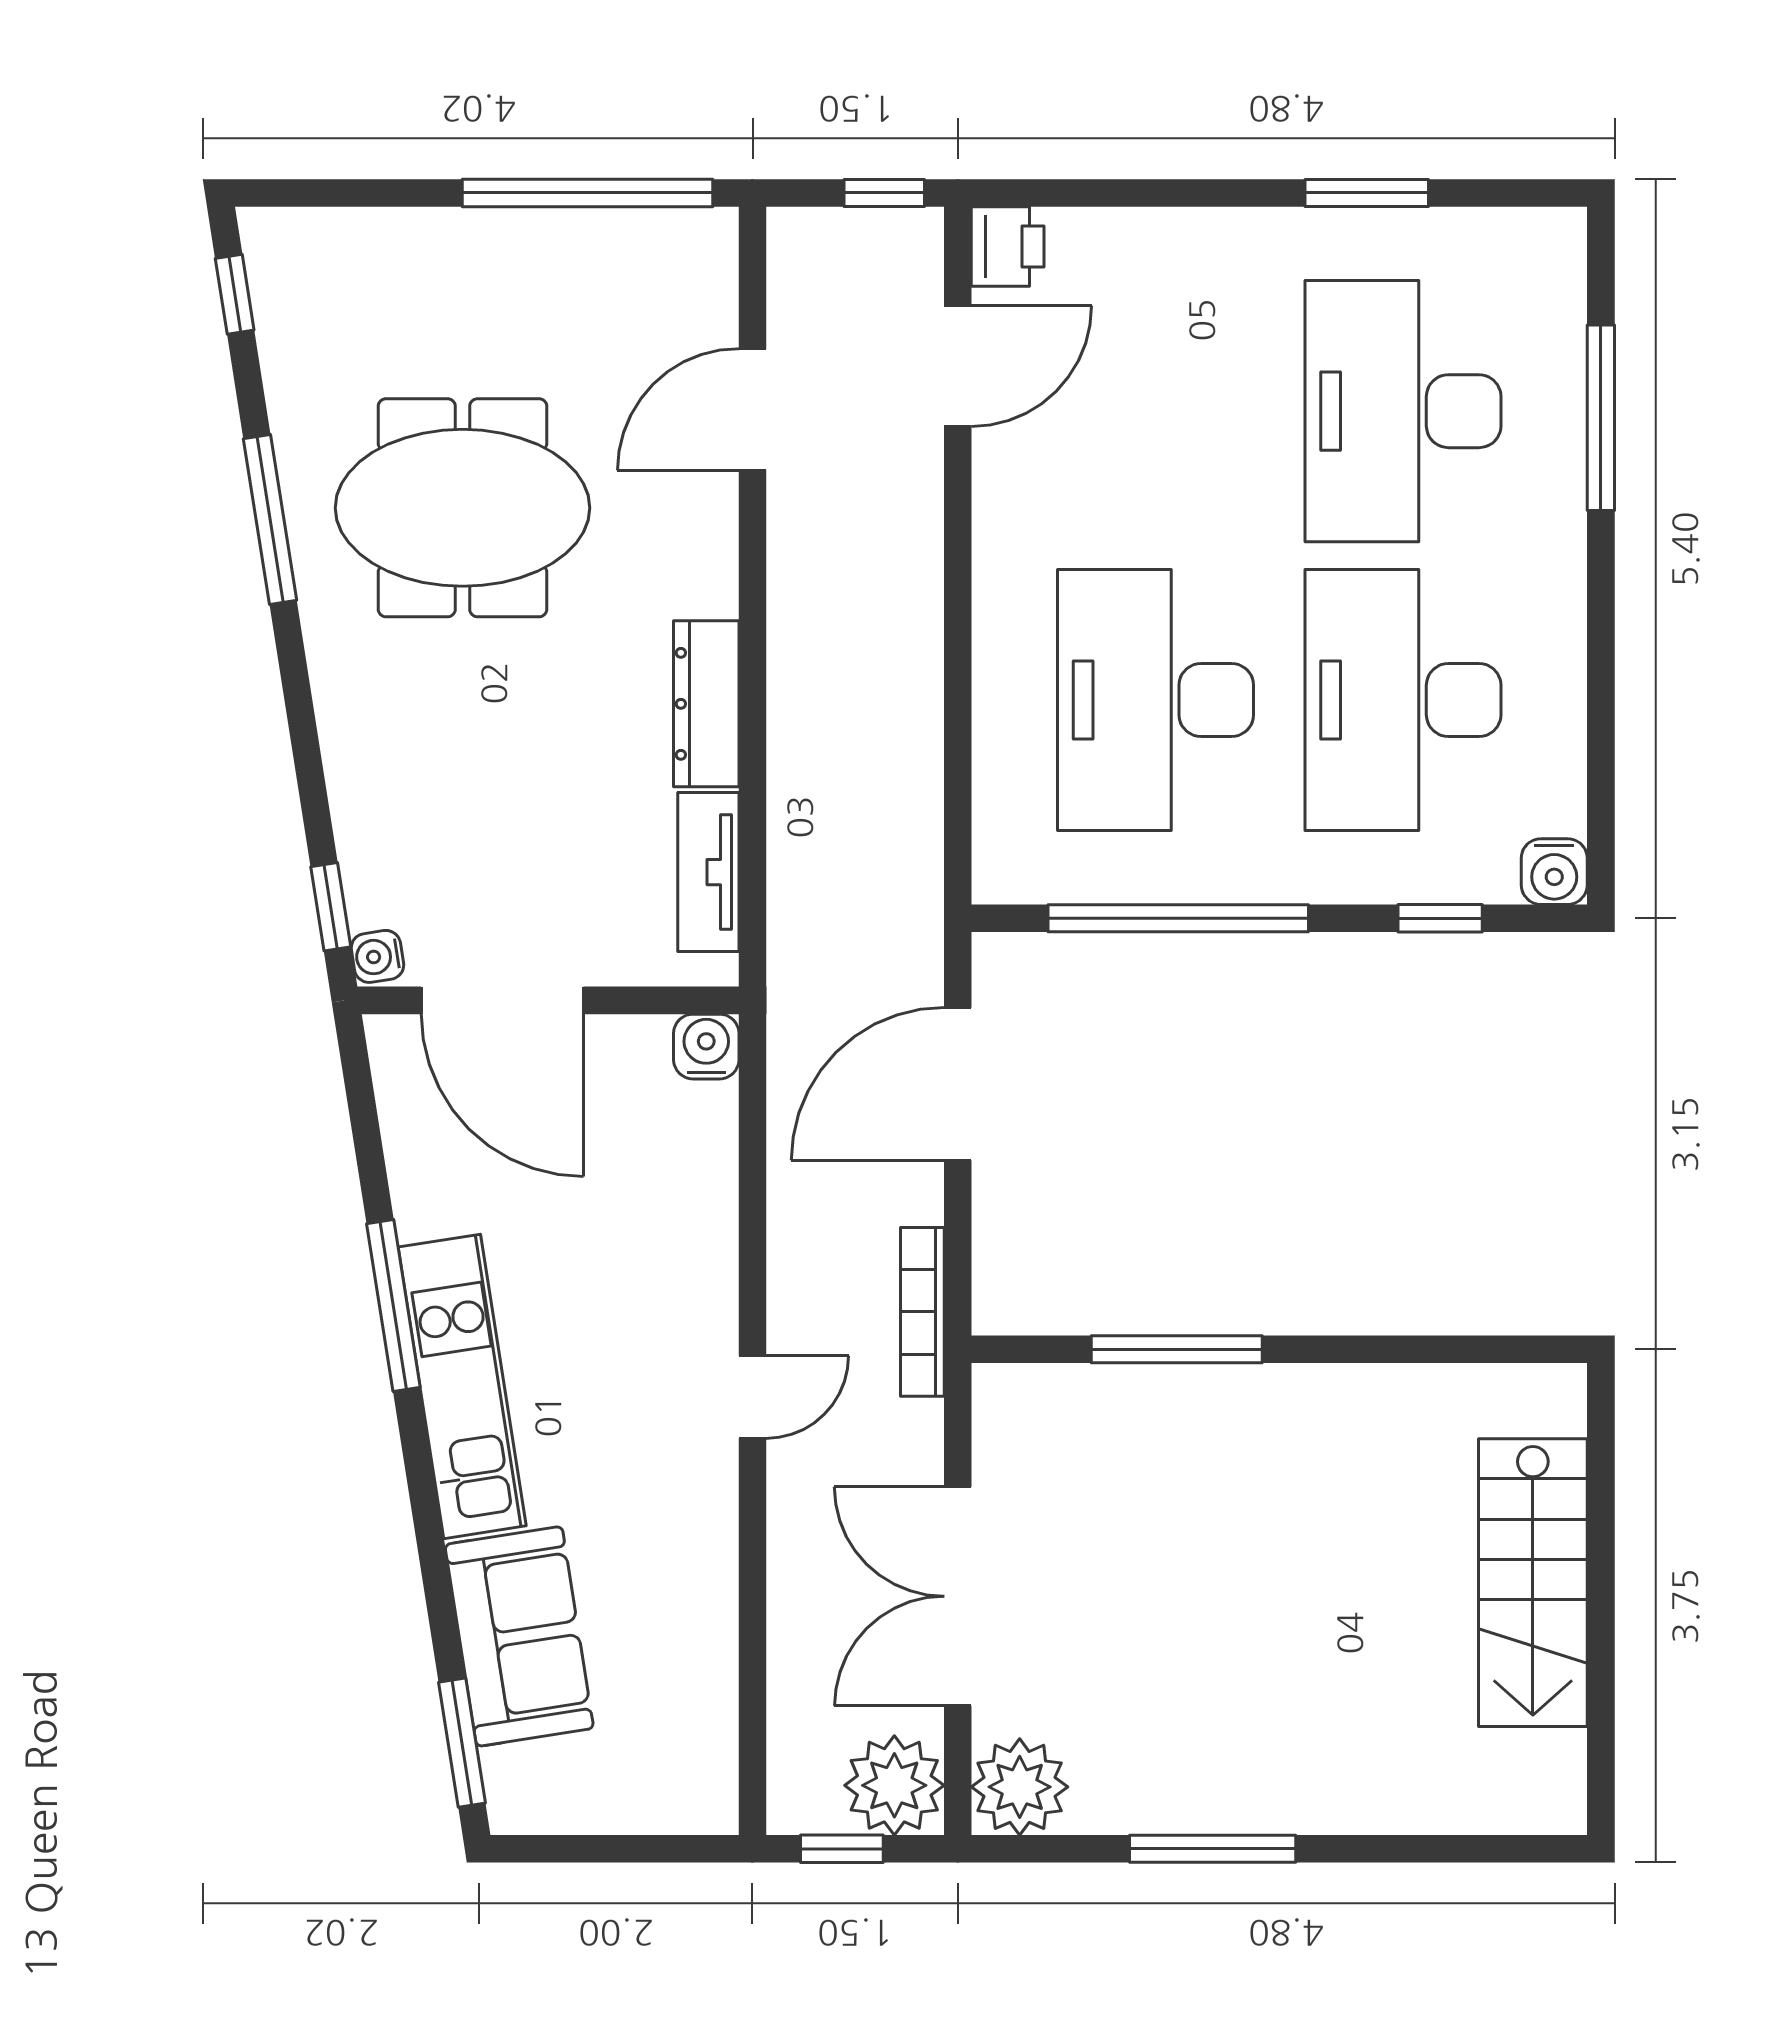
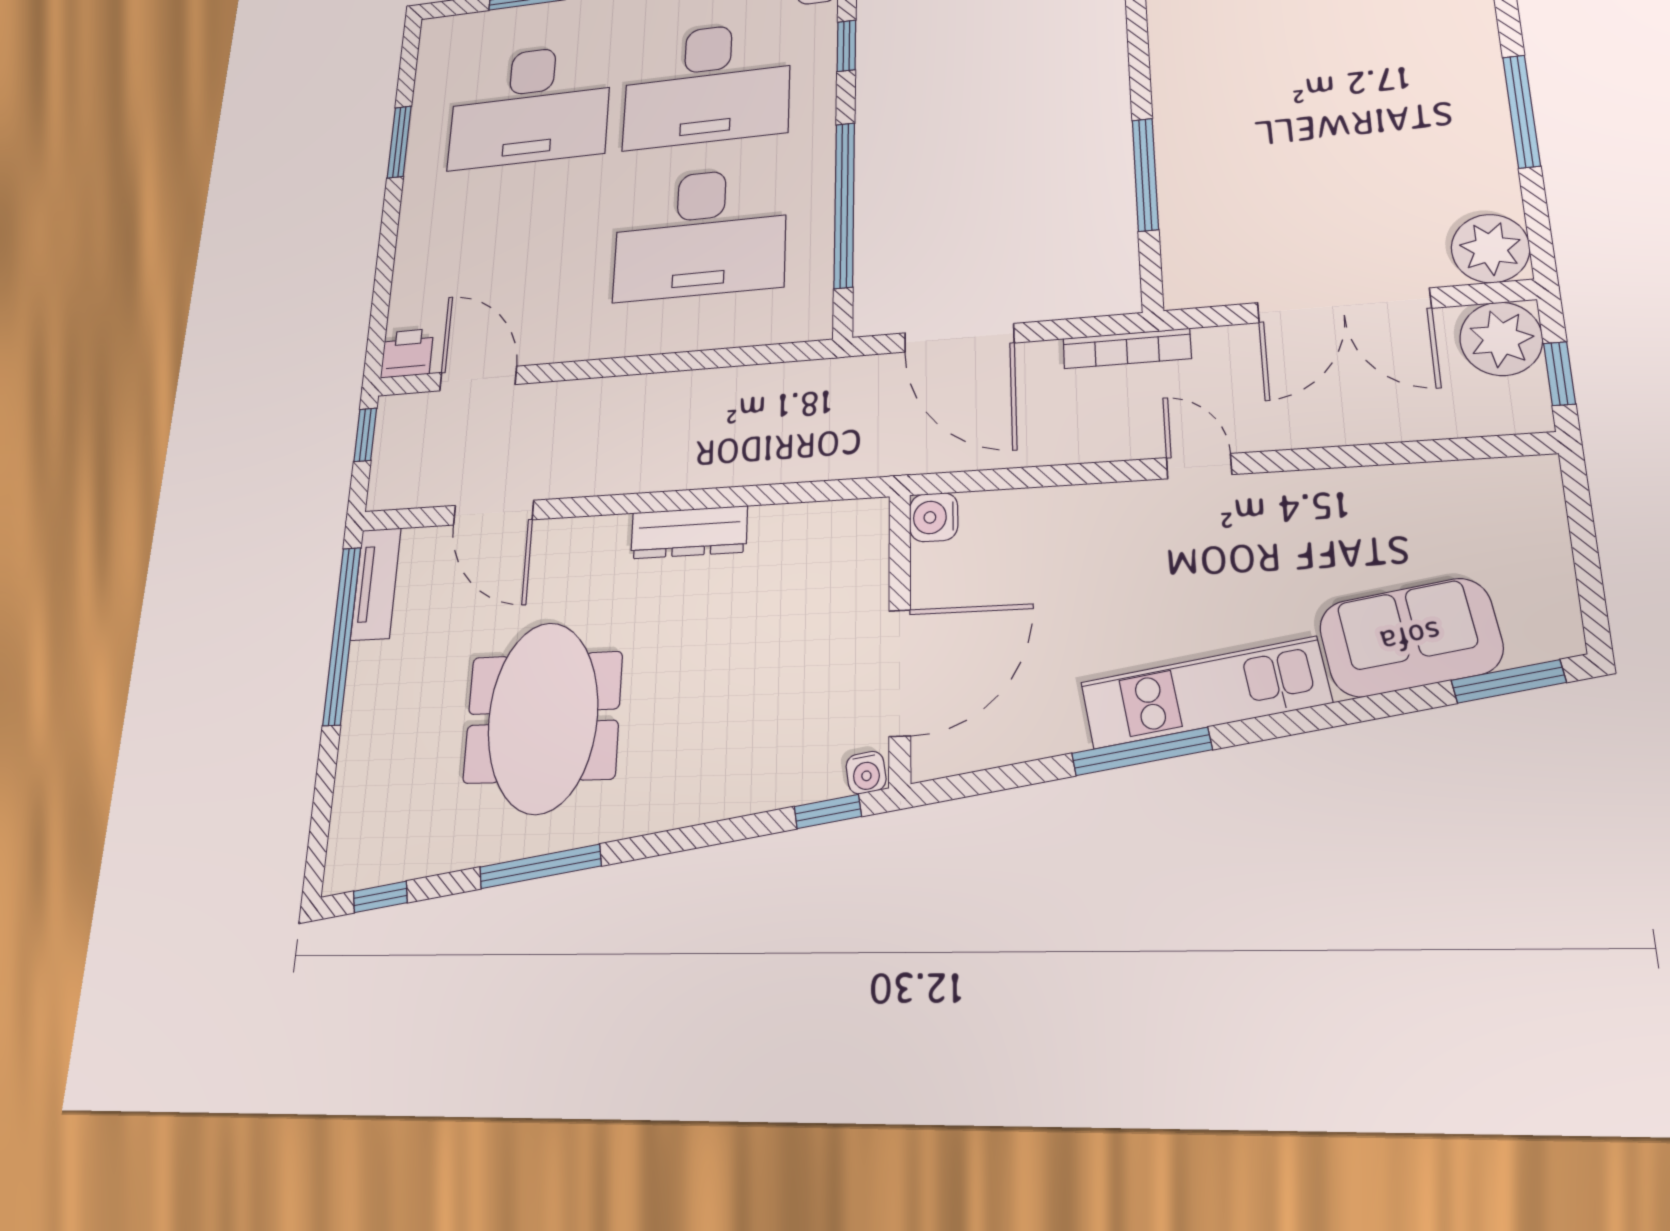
tv unit: (708, 872) -> (376, 584), moved, turned -90

